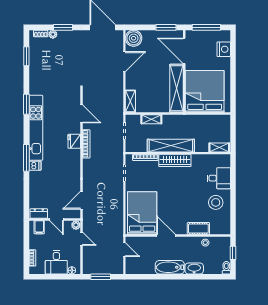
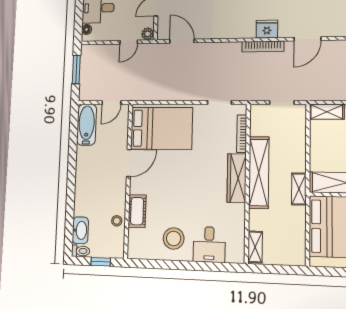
shelving: (151, 119) -> (299, 189), moved
bathtub: (170, 267) -> (87, 125), moved
washbasin: (194, 268) -> (80, 230), moved

